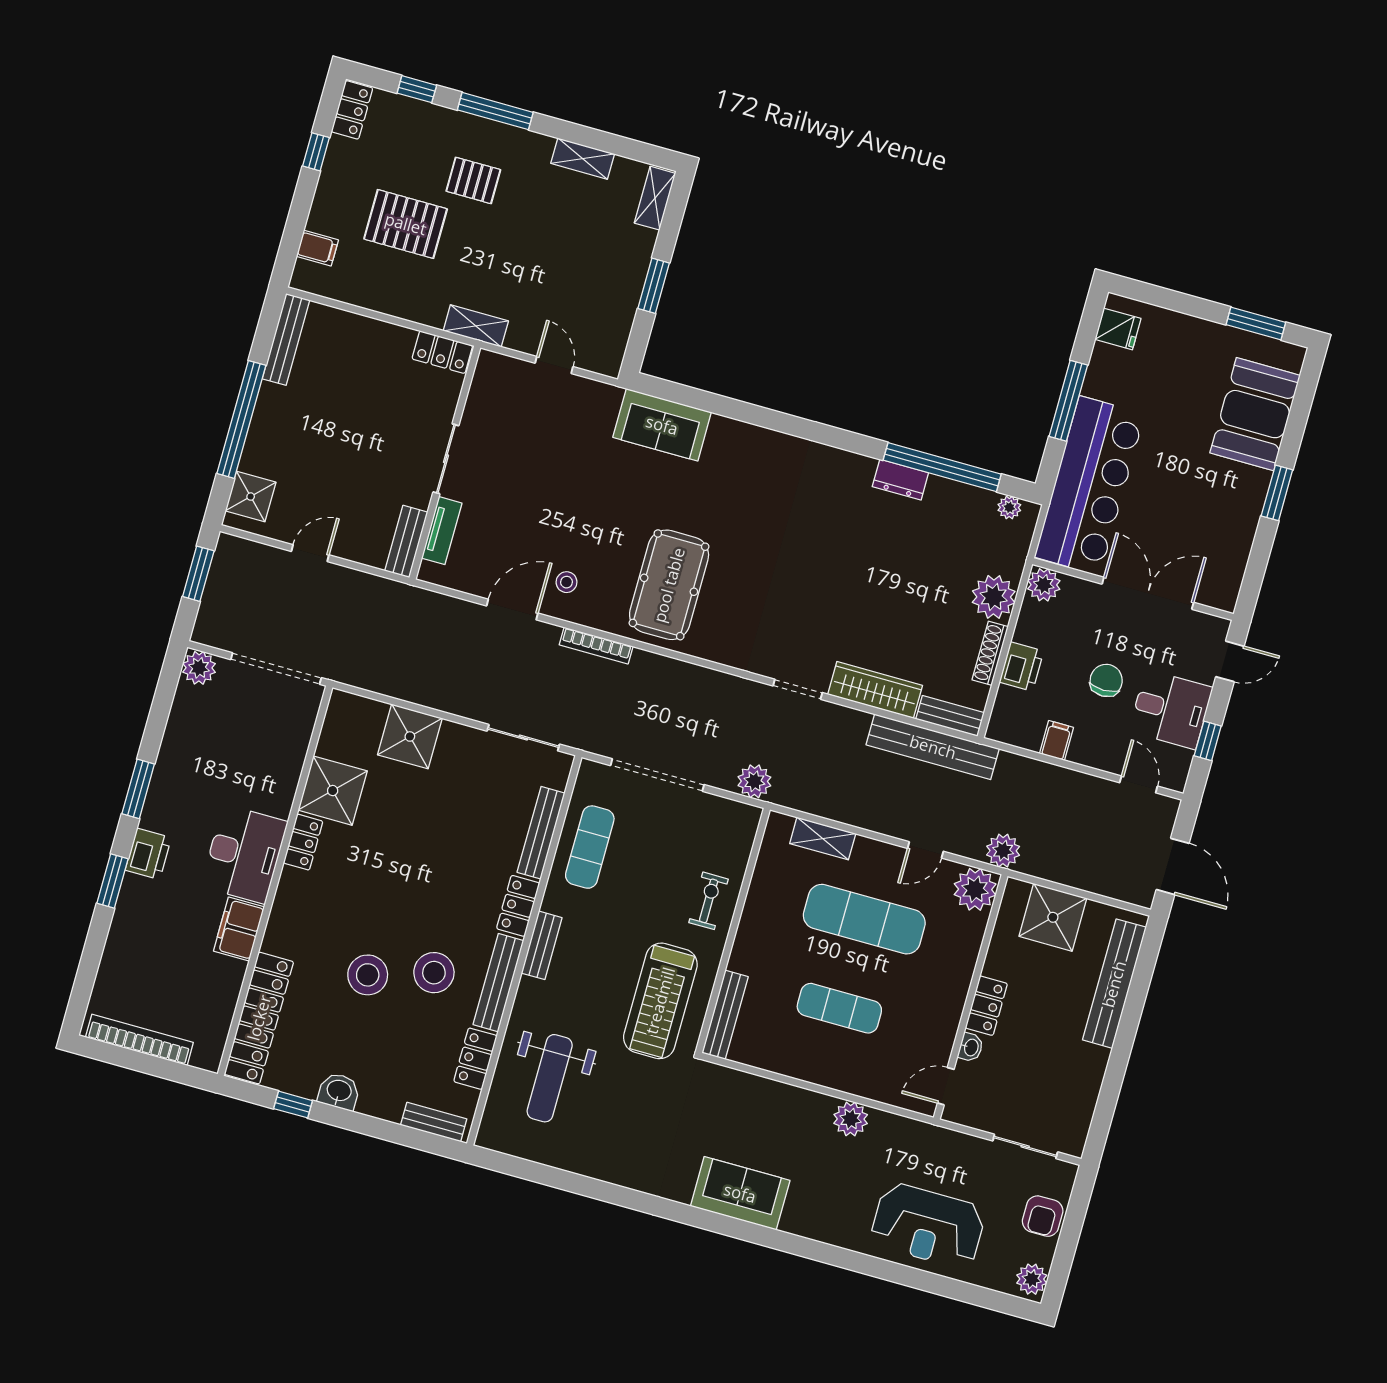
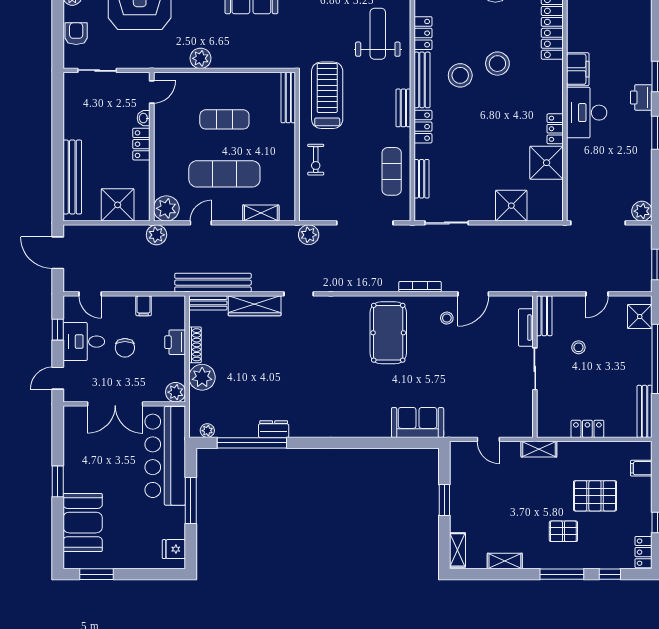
locker: (442, 352) -> (587, 429), moved
stool: (365, 474) -> (578, 347), added
bench: (541, 833) -> (422, 179), width x0.73

